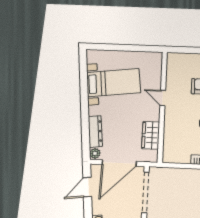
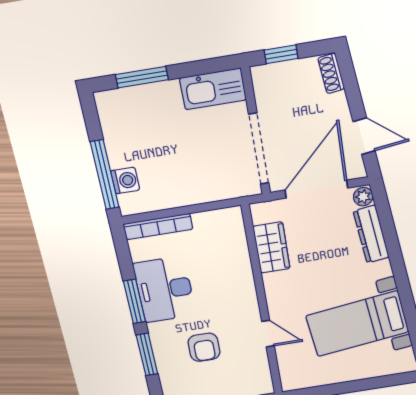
door: (163, 98) -> (268, 334), moved
door: (87, 187) -> (364, 136), hinge flipped

